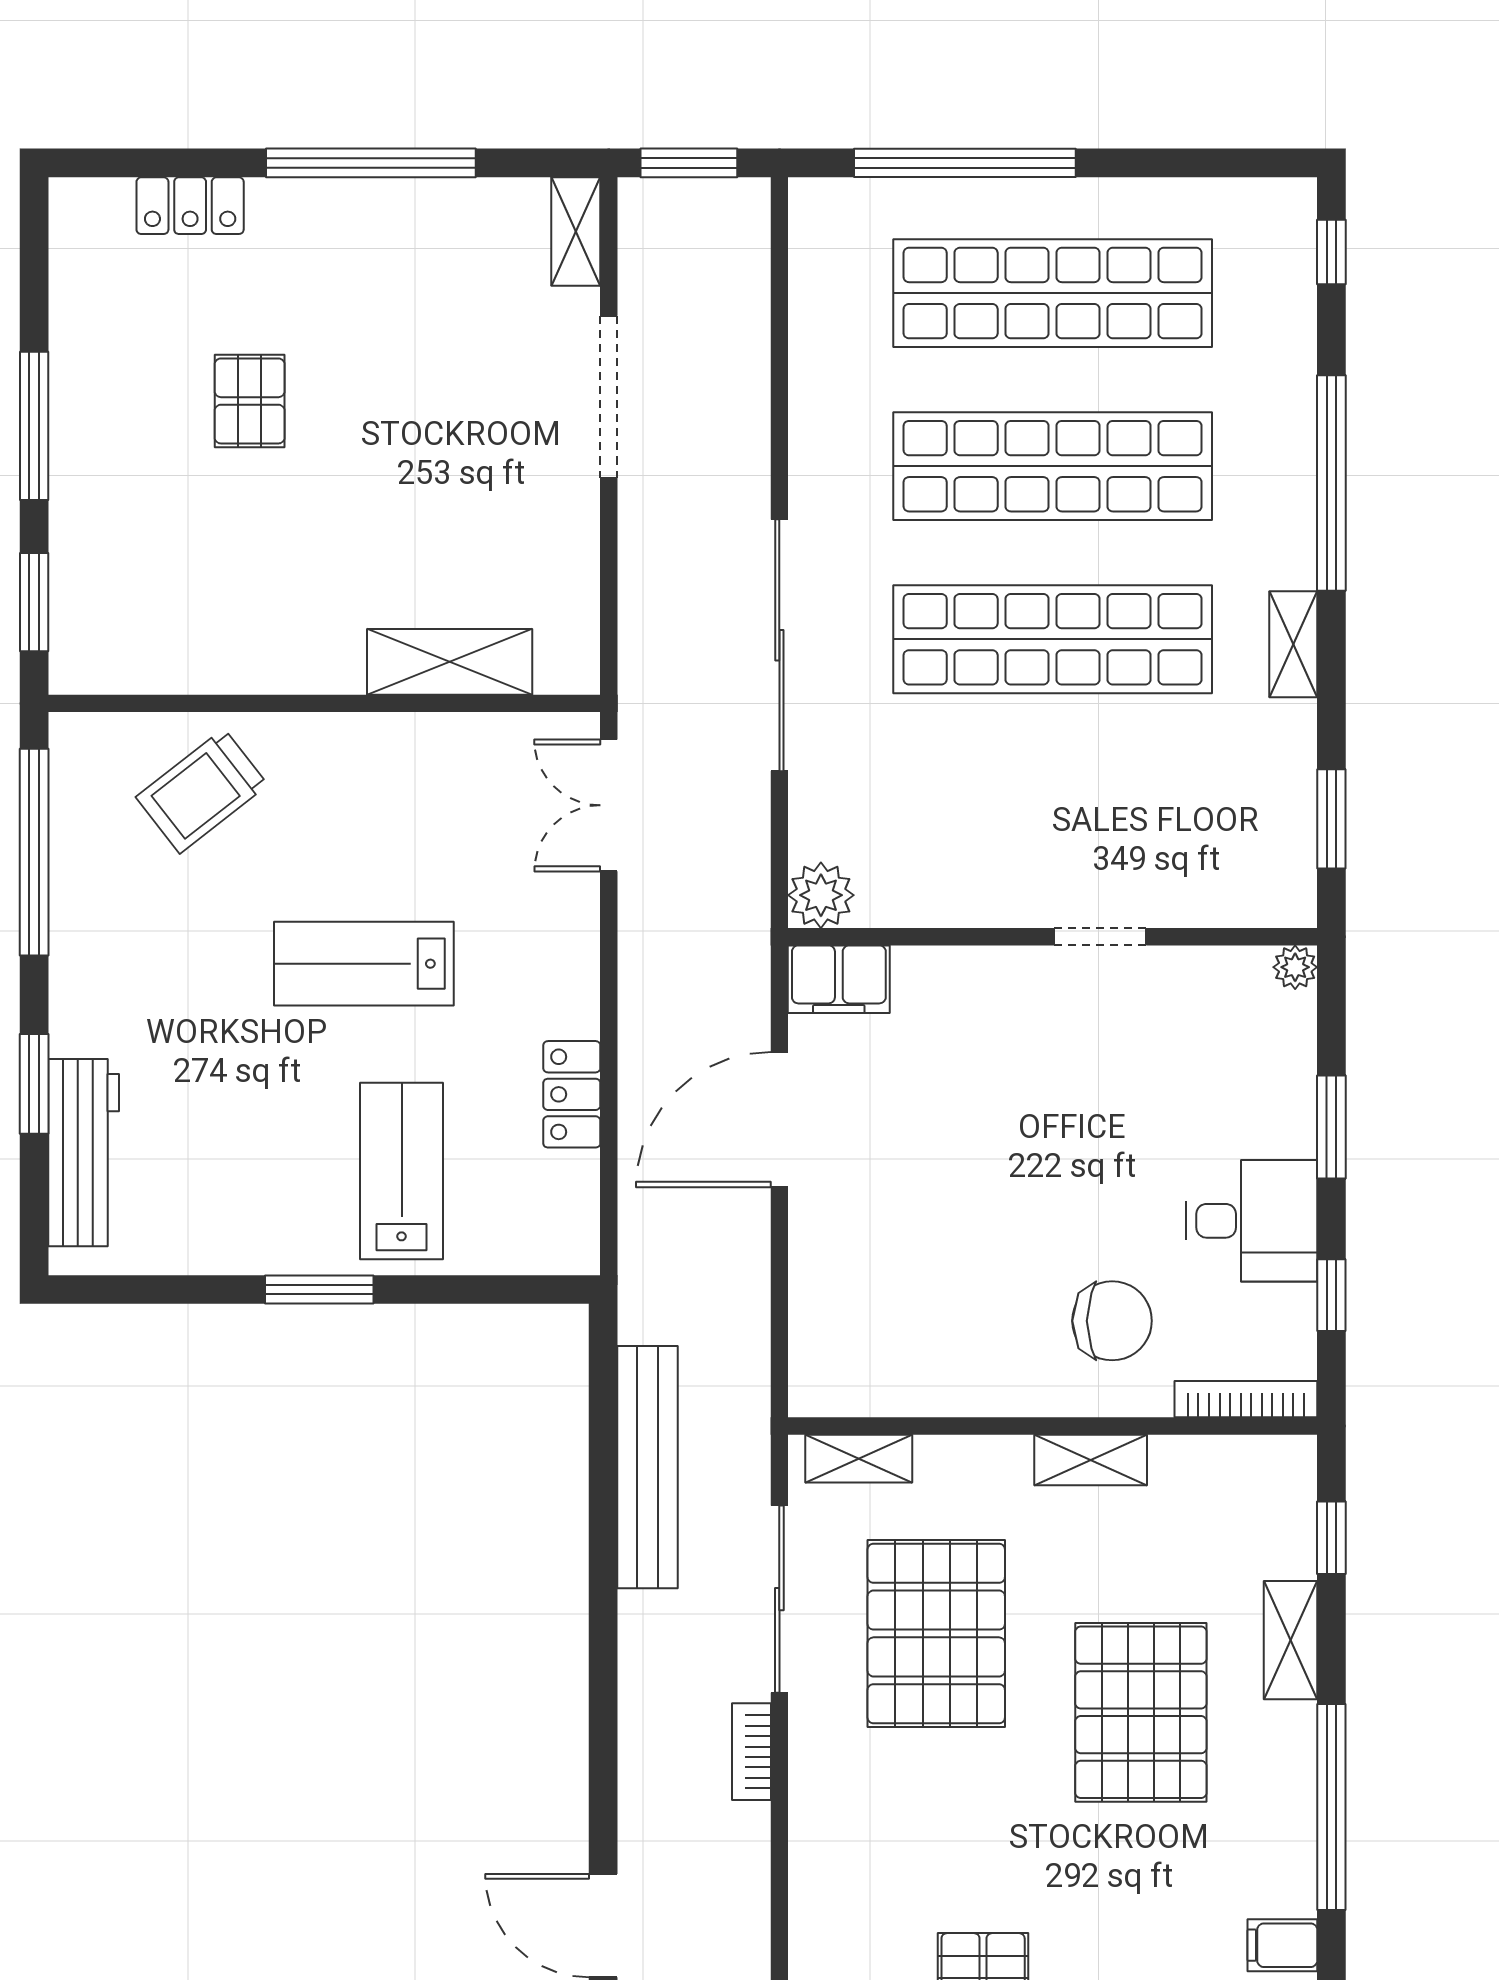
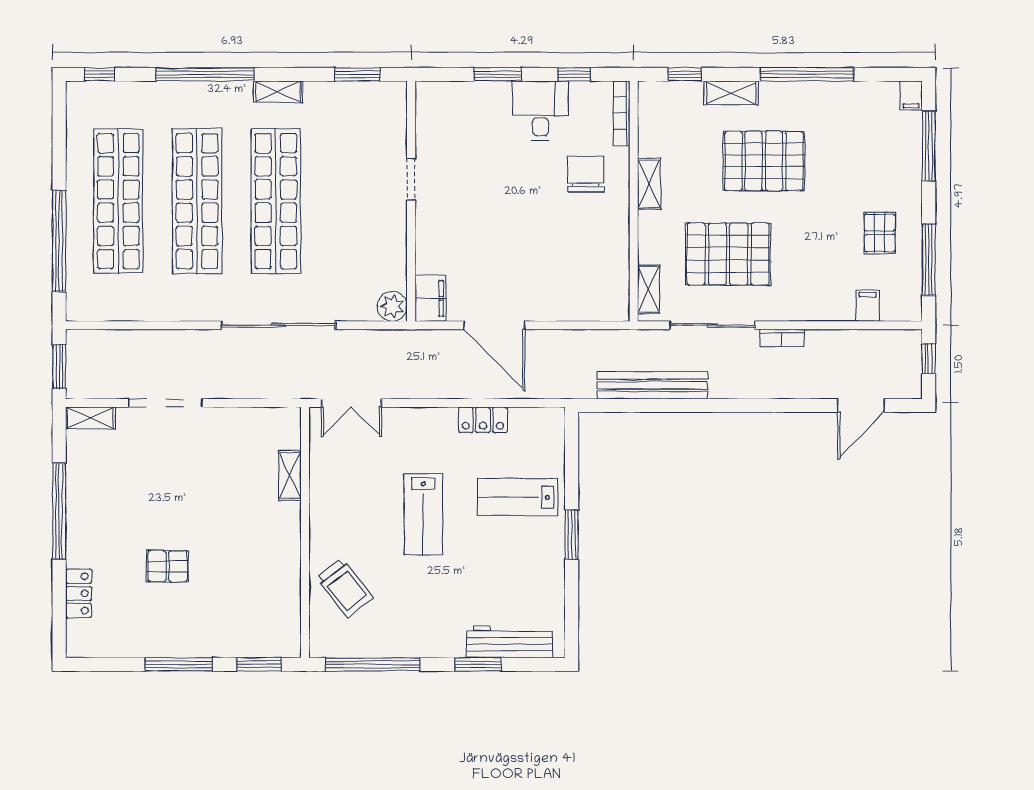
shelving: (450, 662) -> (290, 475), width x0.67, depth x0.75
plant: (1295, 967) -> (425, 91), removed
filing cabinet: (1282, 1945) -> (868, 306), moved, turned 180

